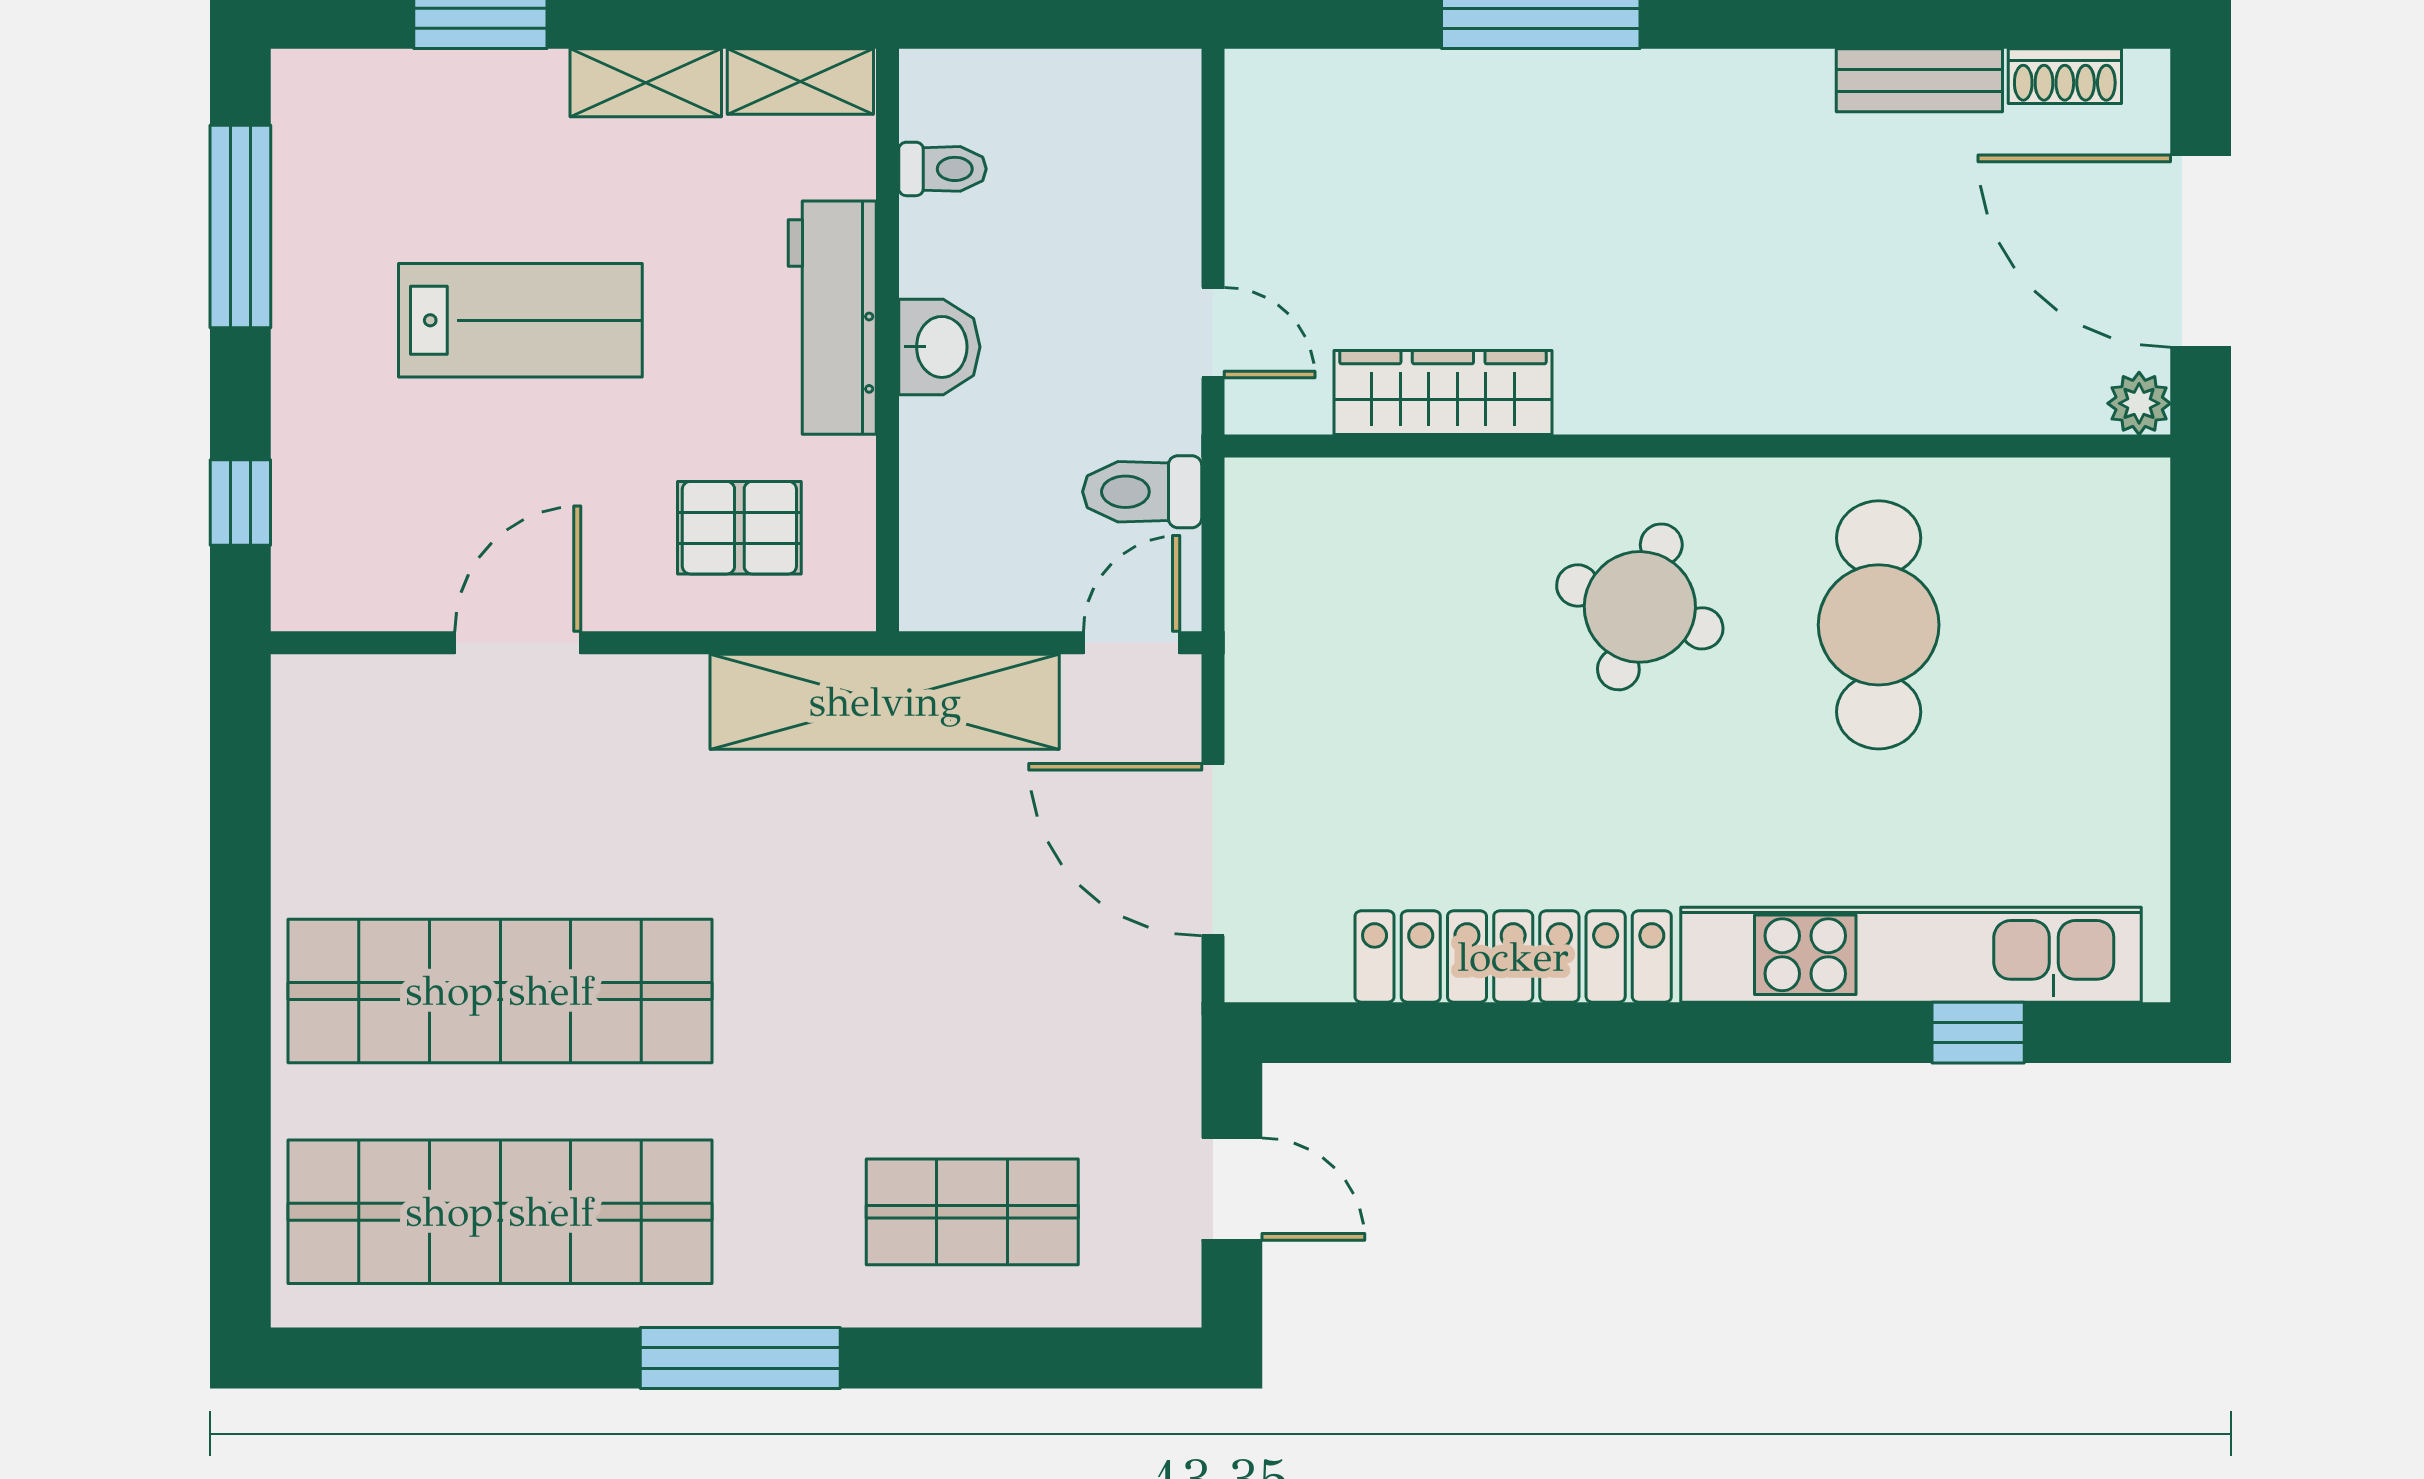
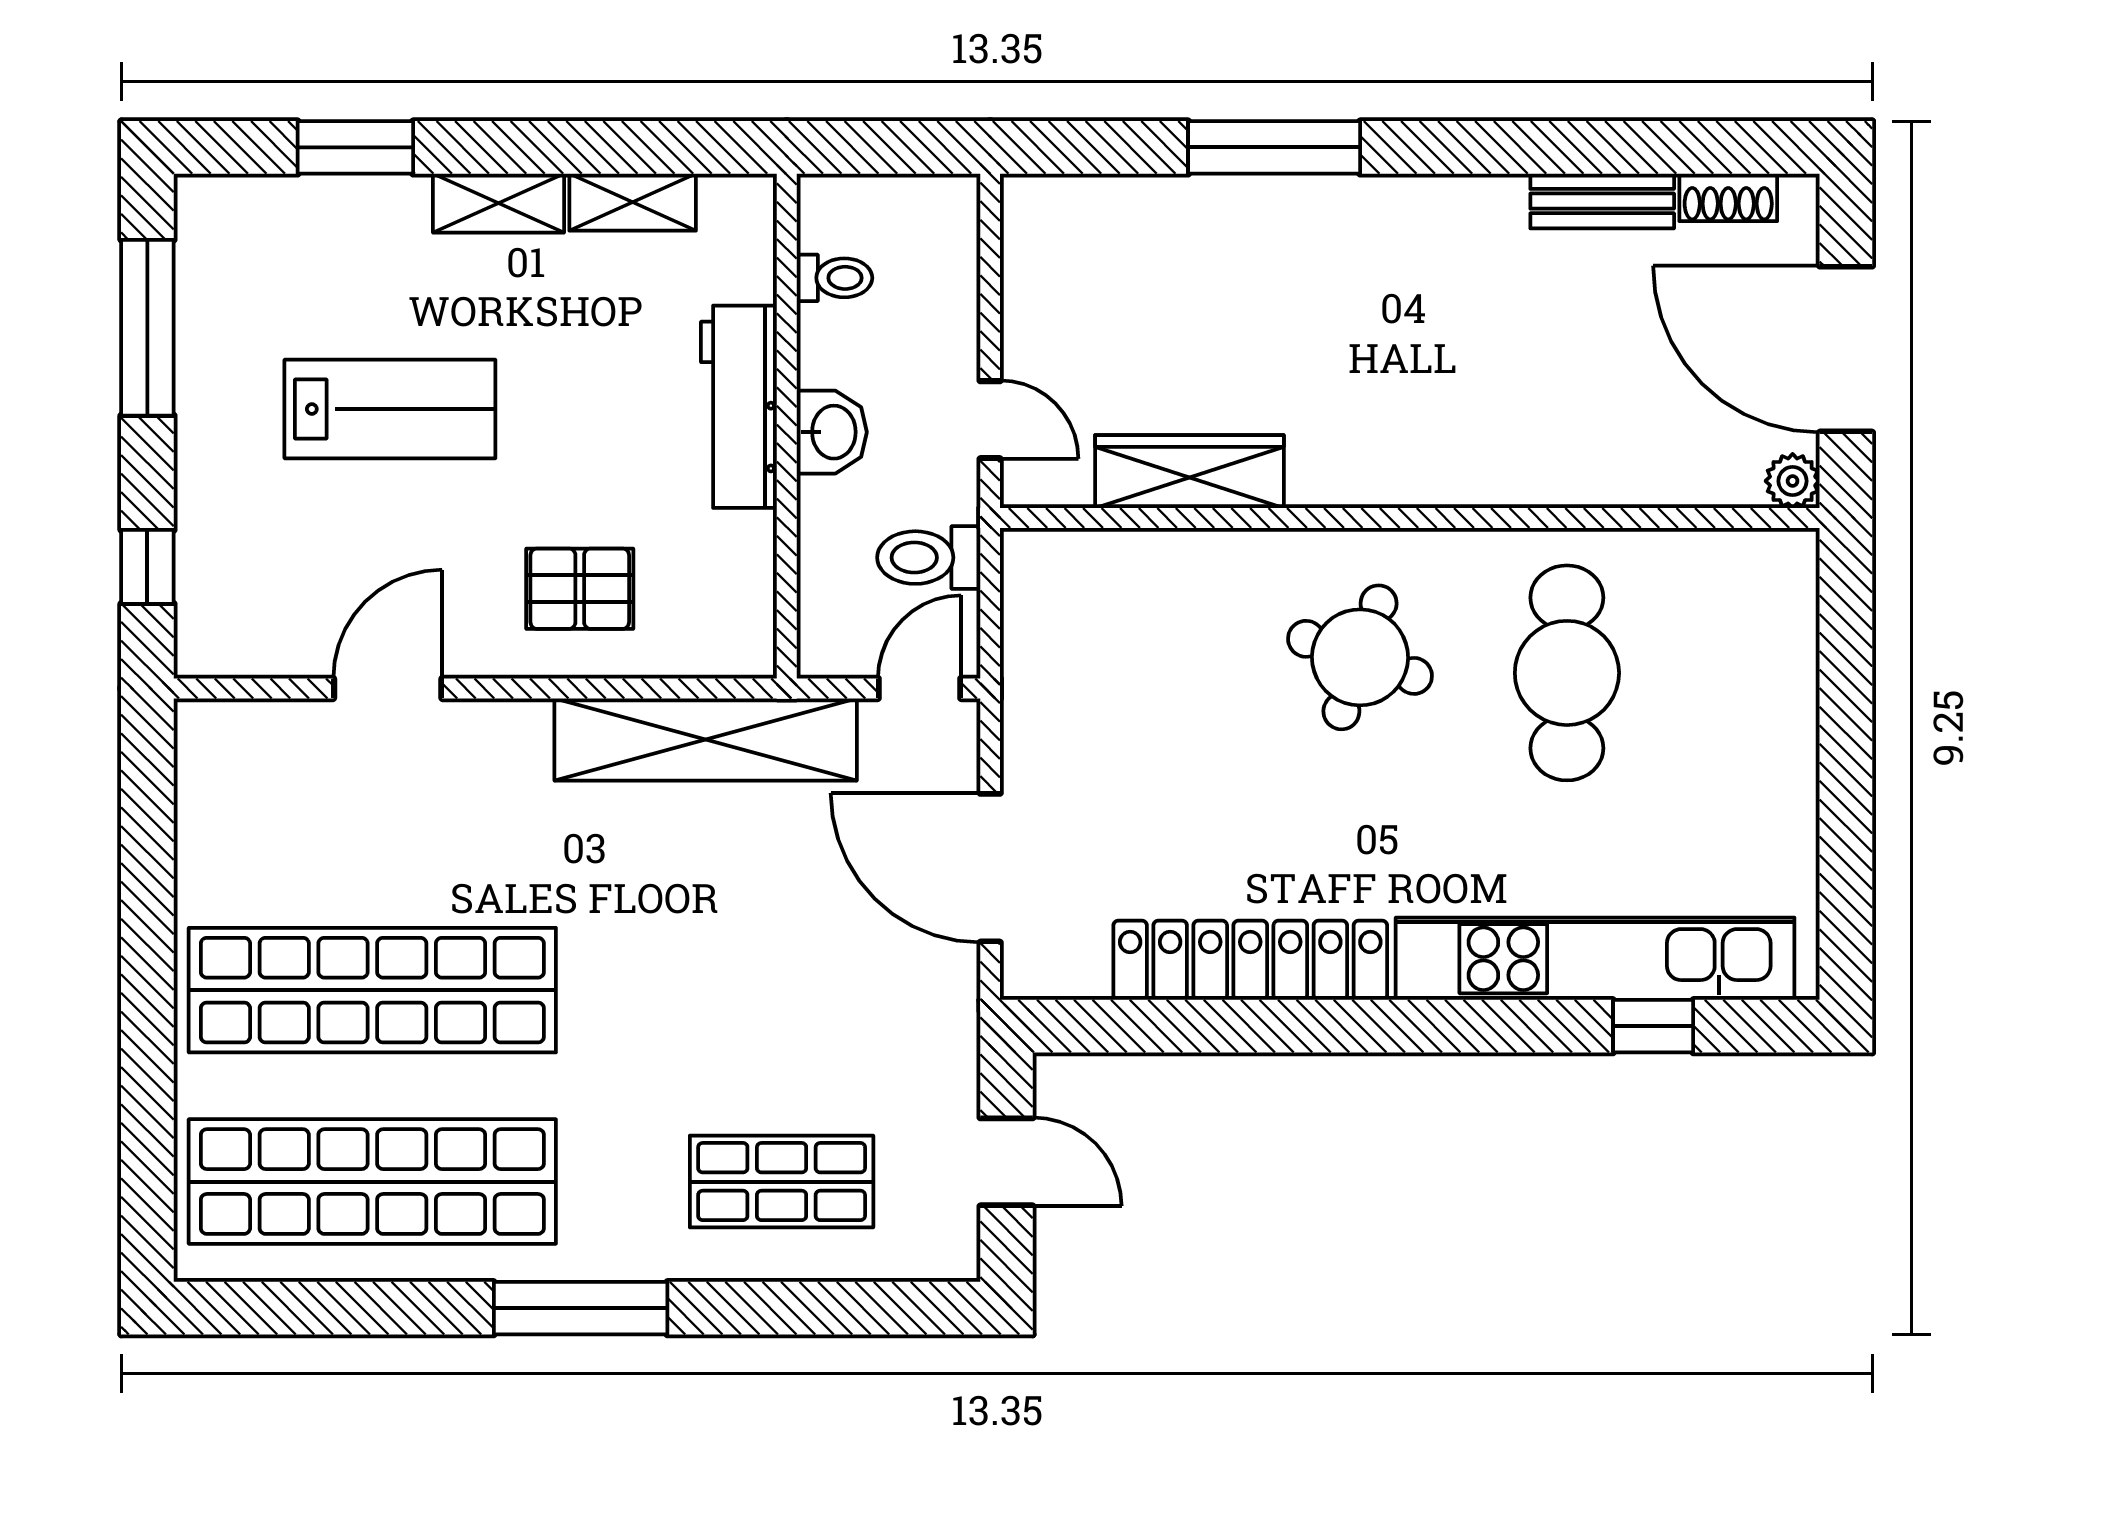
toilet: (943, 169) -> (834, 278), moved
workbench: (832, 318) -> (739, 407), moved
wall: (888, 340) -> (787, 426), moved
washbasin: (939, 347) -> (832, 432), moved

